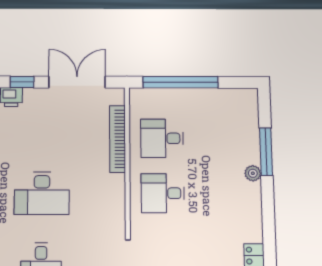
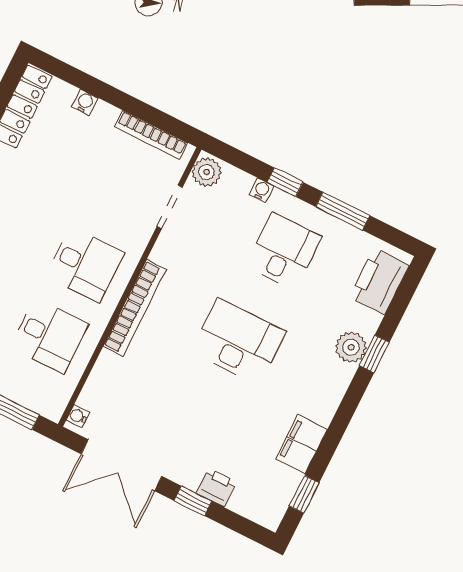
water cooler: (119, 98) -> (78, 416), added
bookcase: (118, 139) -> (135, 308), moved

